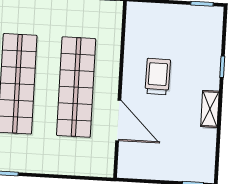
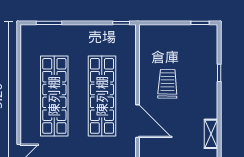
shelving: (210, 109) -> (211, 134), moved

